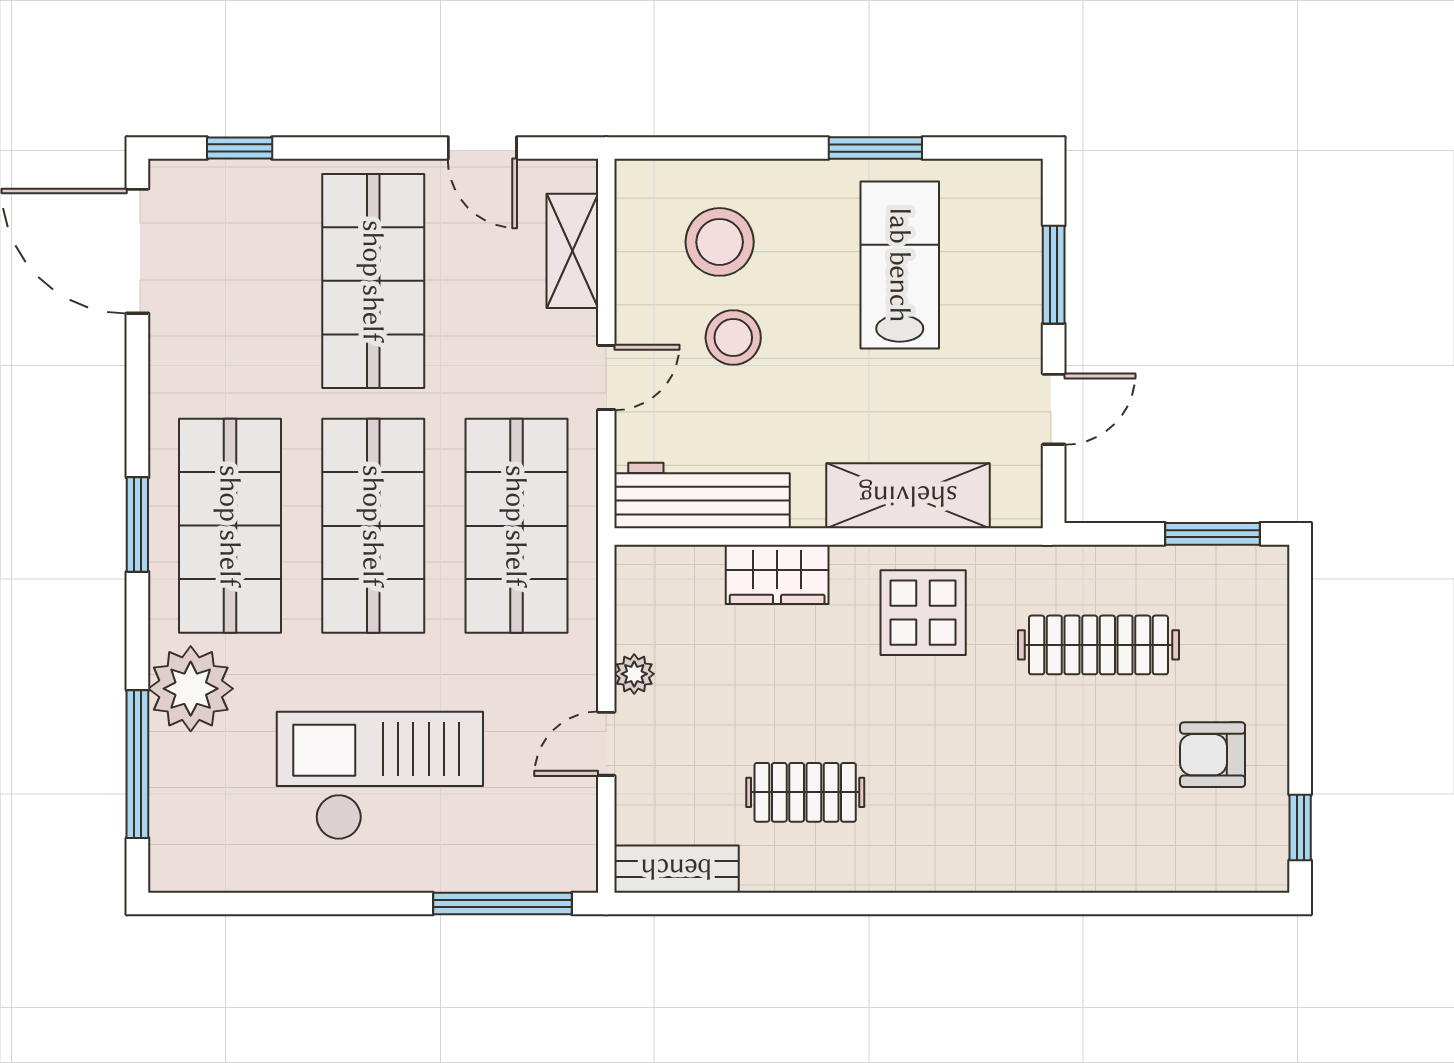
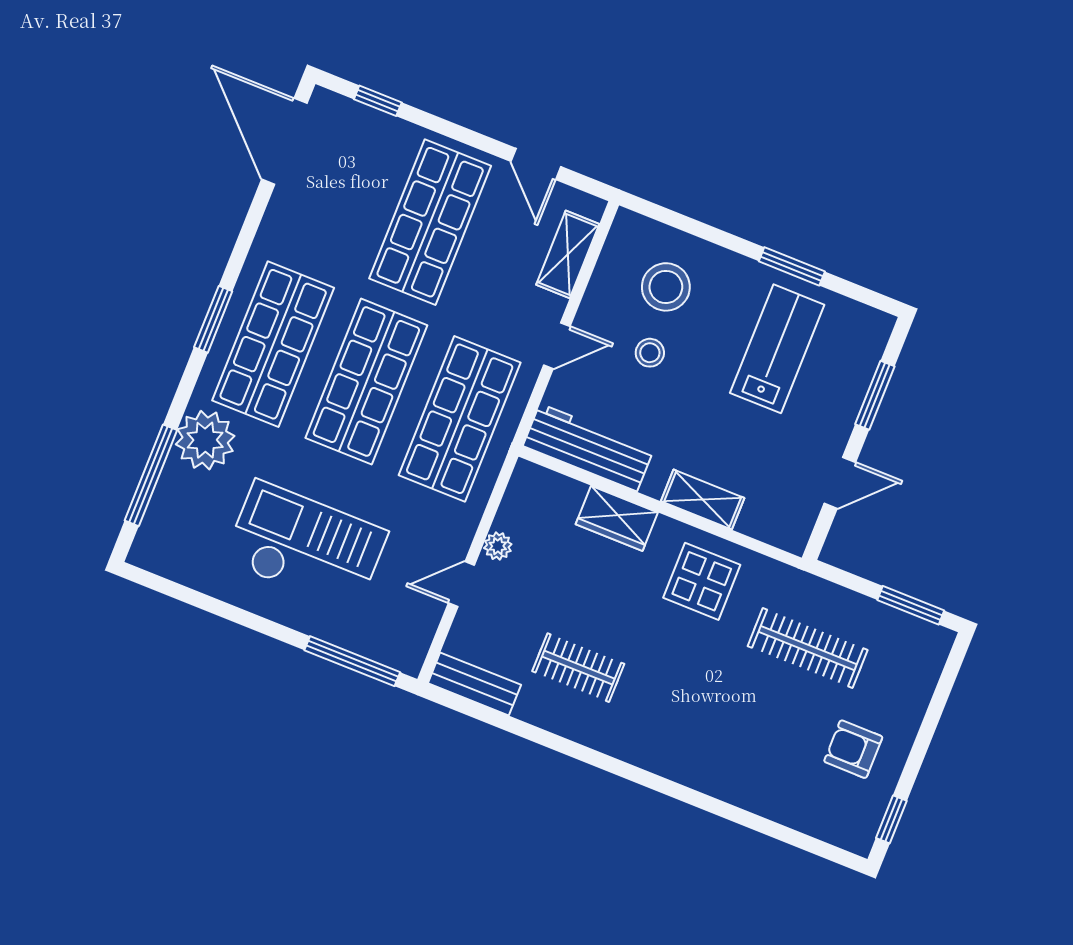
stool: (733, 338) -> (650, 353), width x0.73, depth x0.73
shelving: (908, 496) -> (703, 500), width x0.67, depth x0.75

